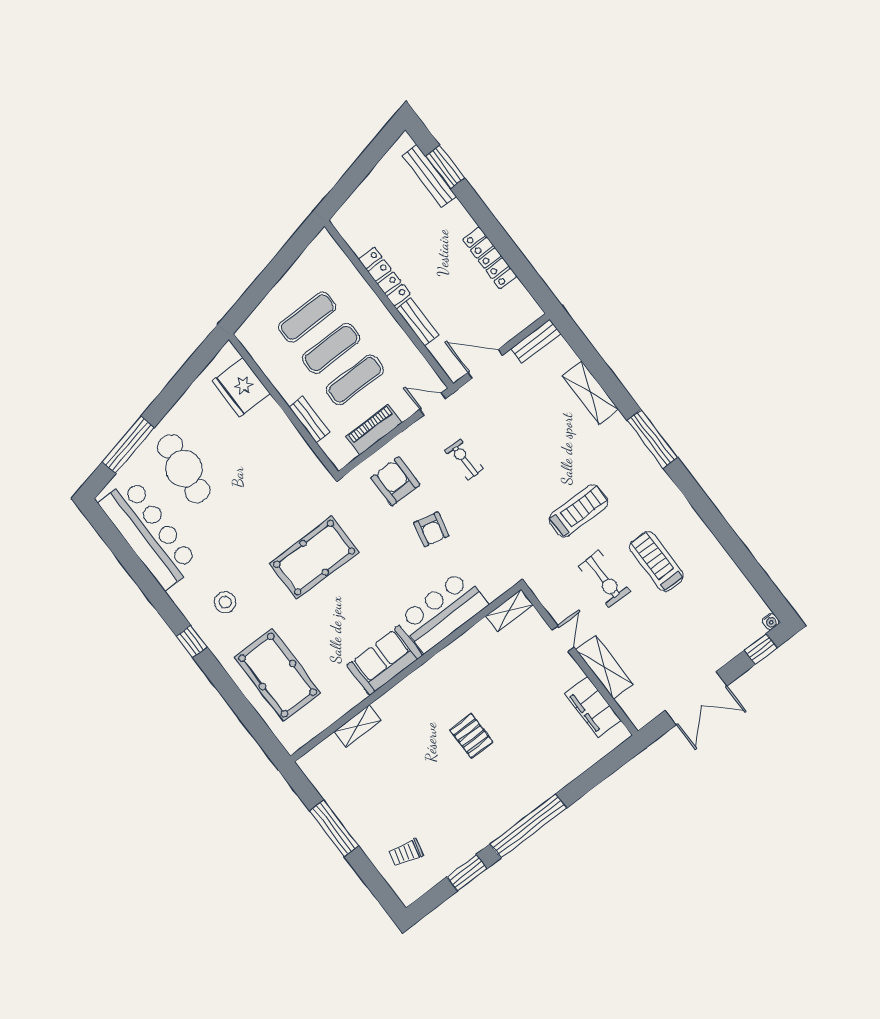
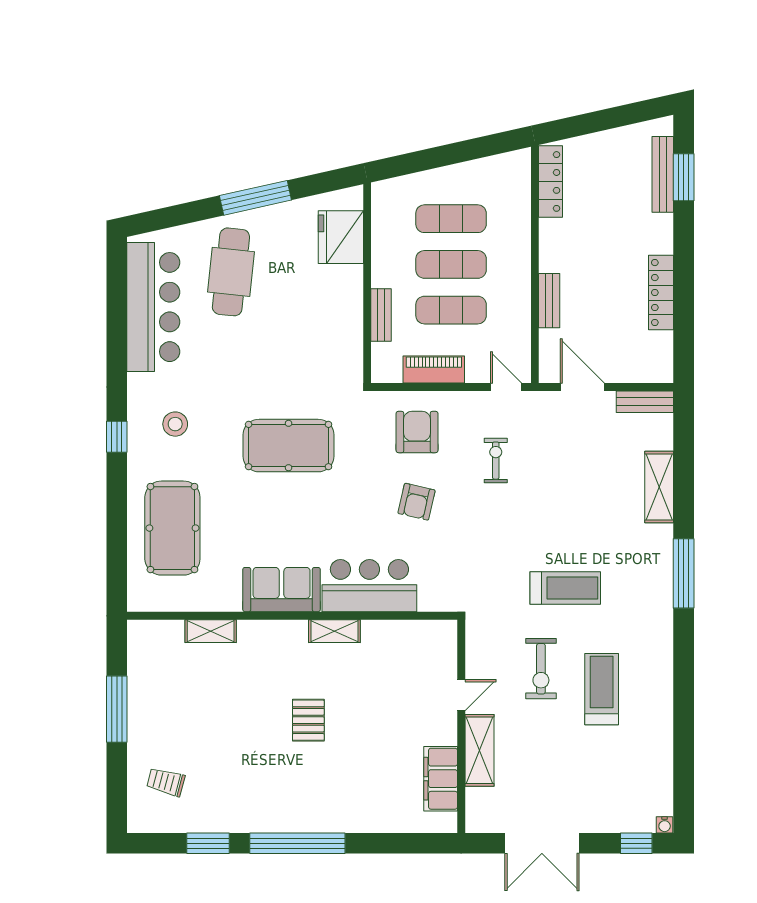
locker: (384, 277) -> (551, 181), moved
window: (128, 445) -> (255, 198), moved
shelving: (509, 610) -> (334, 631), moved

